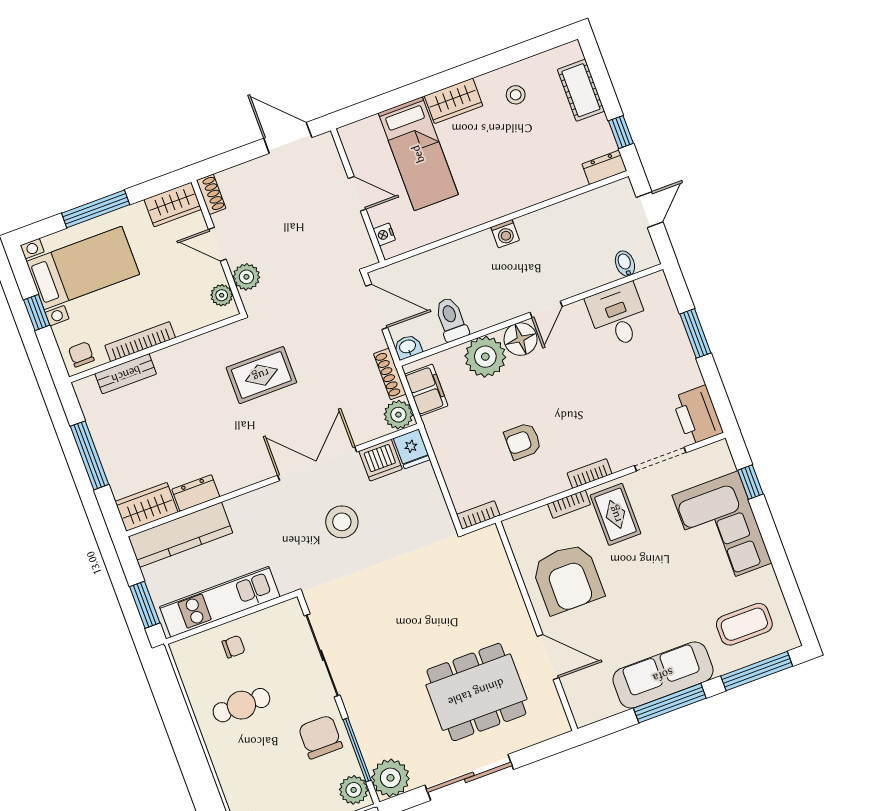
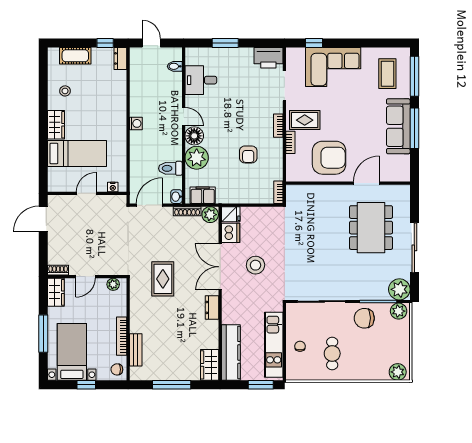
plant: (246, 277) -> (108, 268), removed
dresser: (196, 493) -> (212, 307), moved

